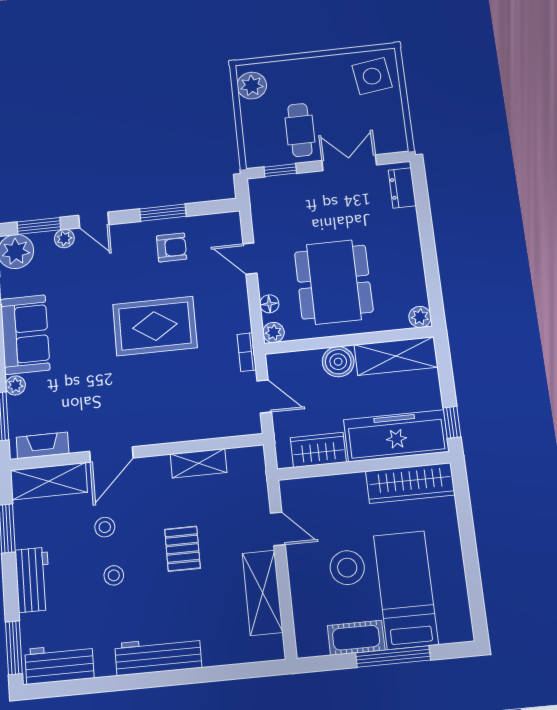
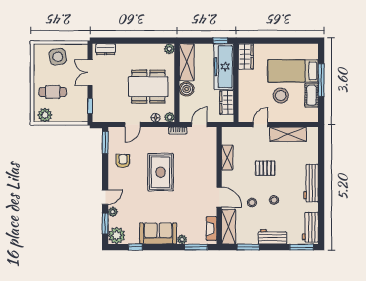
side table: (372, 76) -> (58, 57), moved
cafe table: (300, 130) -> (53, 92), moved
window: (163, 213) -> (105, 142), moved
wardrobe: (410, 483) -> (246, 57), width x0.67

